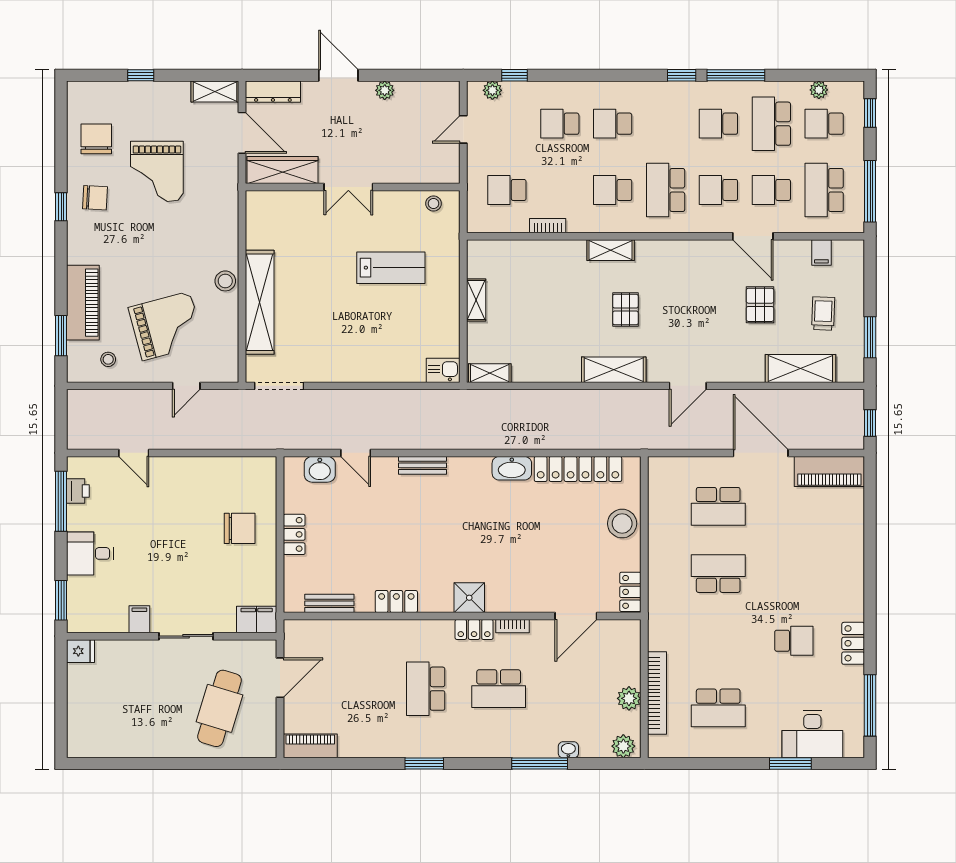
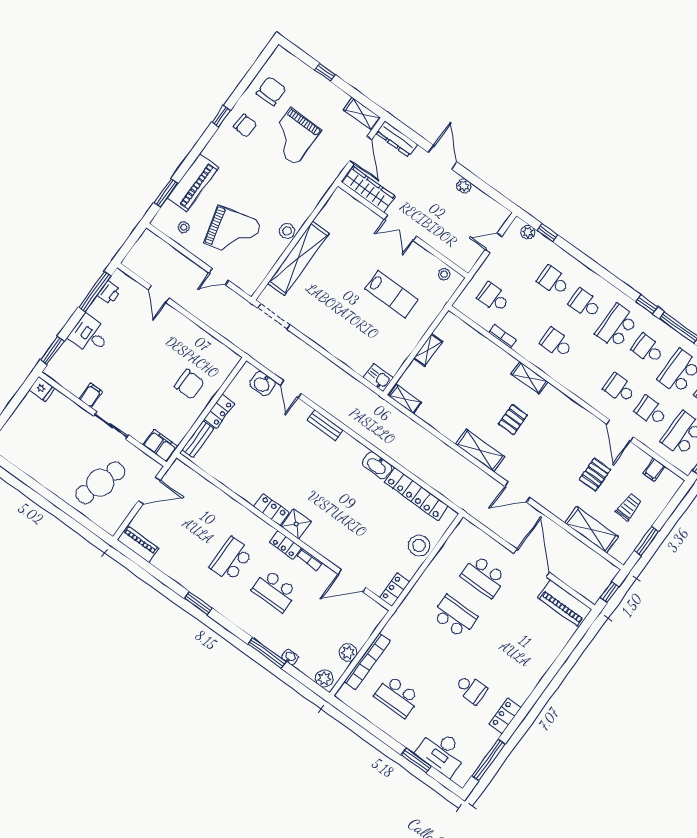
school desk: (666, 190) -> (616, 326), moved
locker: (396, 602) -> (271, 510), moved
bench: (329, 603) -> (198, 439), moved, turned 90

